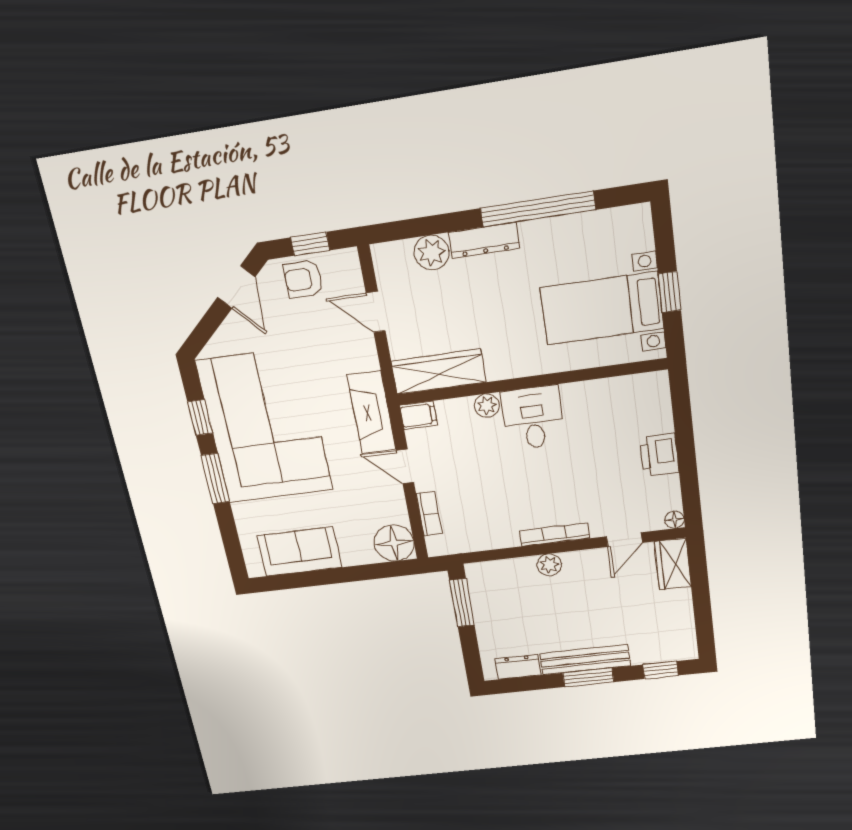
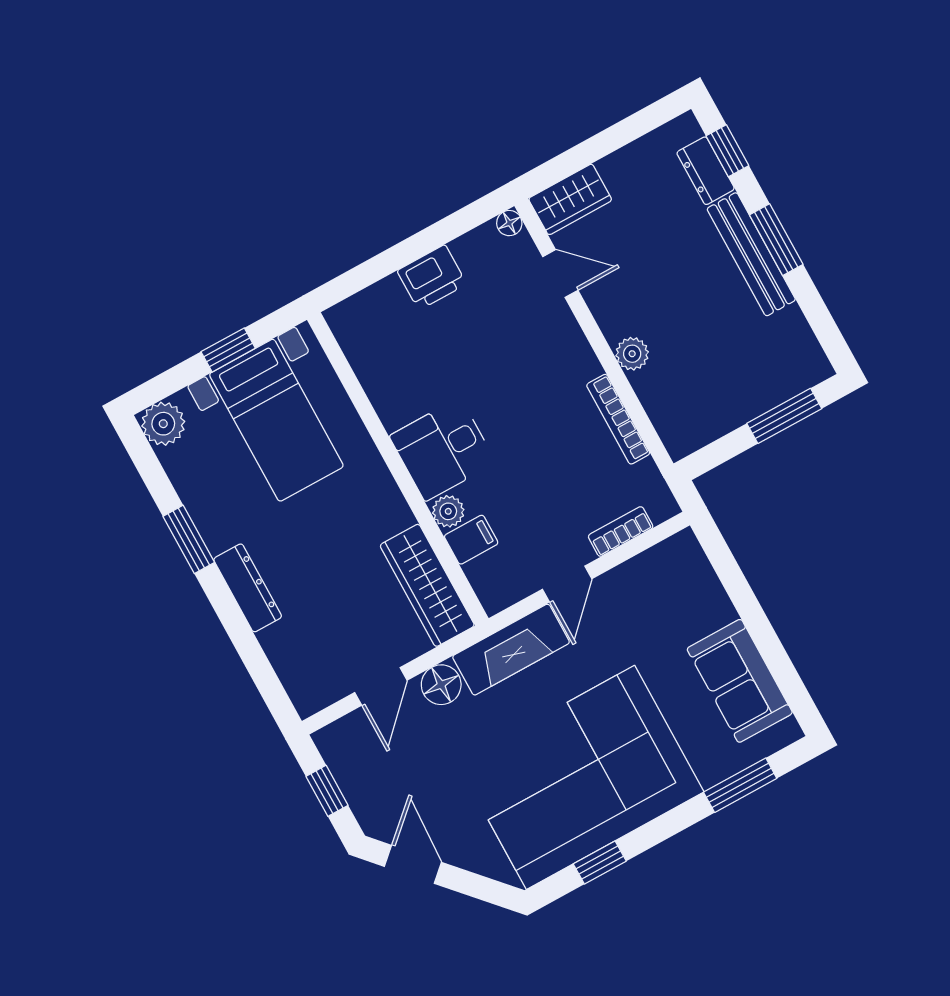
window: (538, 209) -> (189, 539), width x0.47
plant: (431, 253) -> (163, 424), moved
armchair: (303, 279) -> (373, 786), removed
door: (236, 287) -> (413, 864), hinge flipped
filing cabinet: (418, 415) -> (471, 540), moved, turned 90
window: (215, 479) -> (740, 785), moved
bookcase: (555, 534) -> (618, 419), moved
floor lamp: (394, 543) -> (441, 685), moved, width x0.73, depth x0.73
window: (462, 603) -> (784, 416), moved
dresser: (518, 667) -> (706, 171), moved

